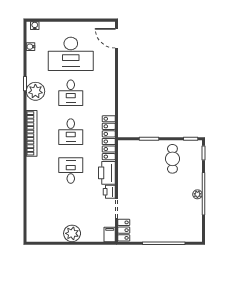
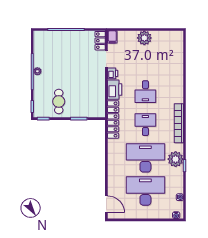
desk: (71, 93) -> (145, 158), width x1.87, depth x1.30

